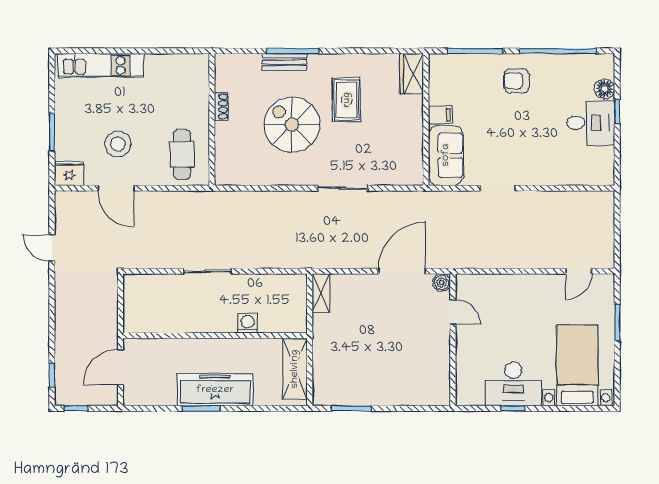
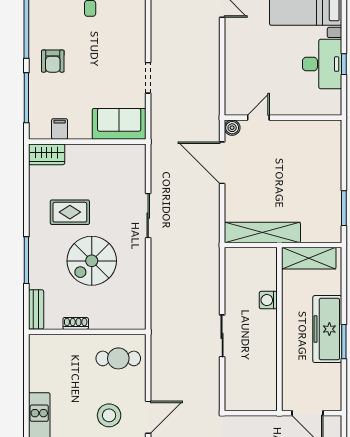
bench: (284, 62) -> (36, 309), moved
filing cabinet: (440, 115) -> (60, 129), moved
shelving: (321, 293) -> (262, 232), width x2.20, depth x1.33

